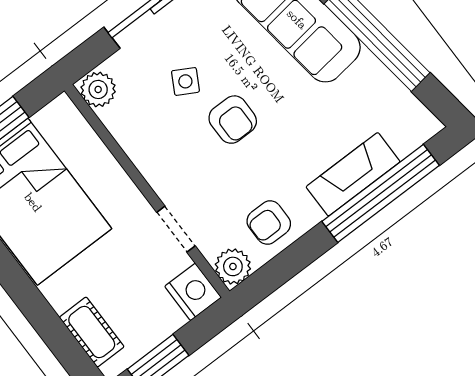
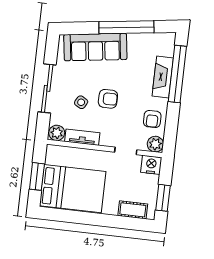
tv unit: (131, 138) -> (82, 137), added

